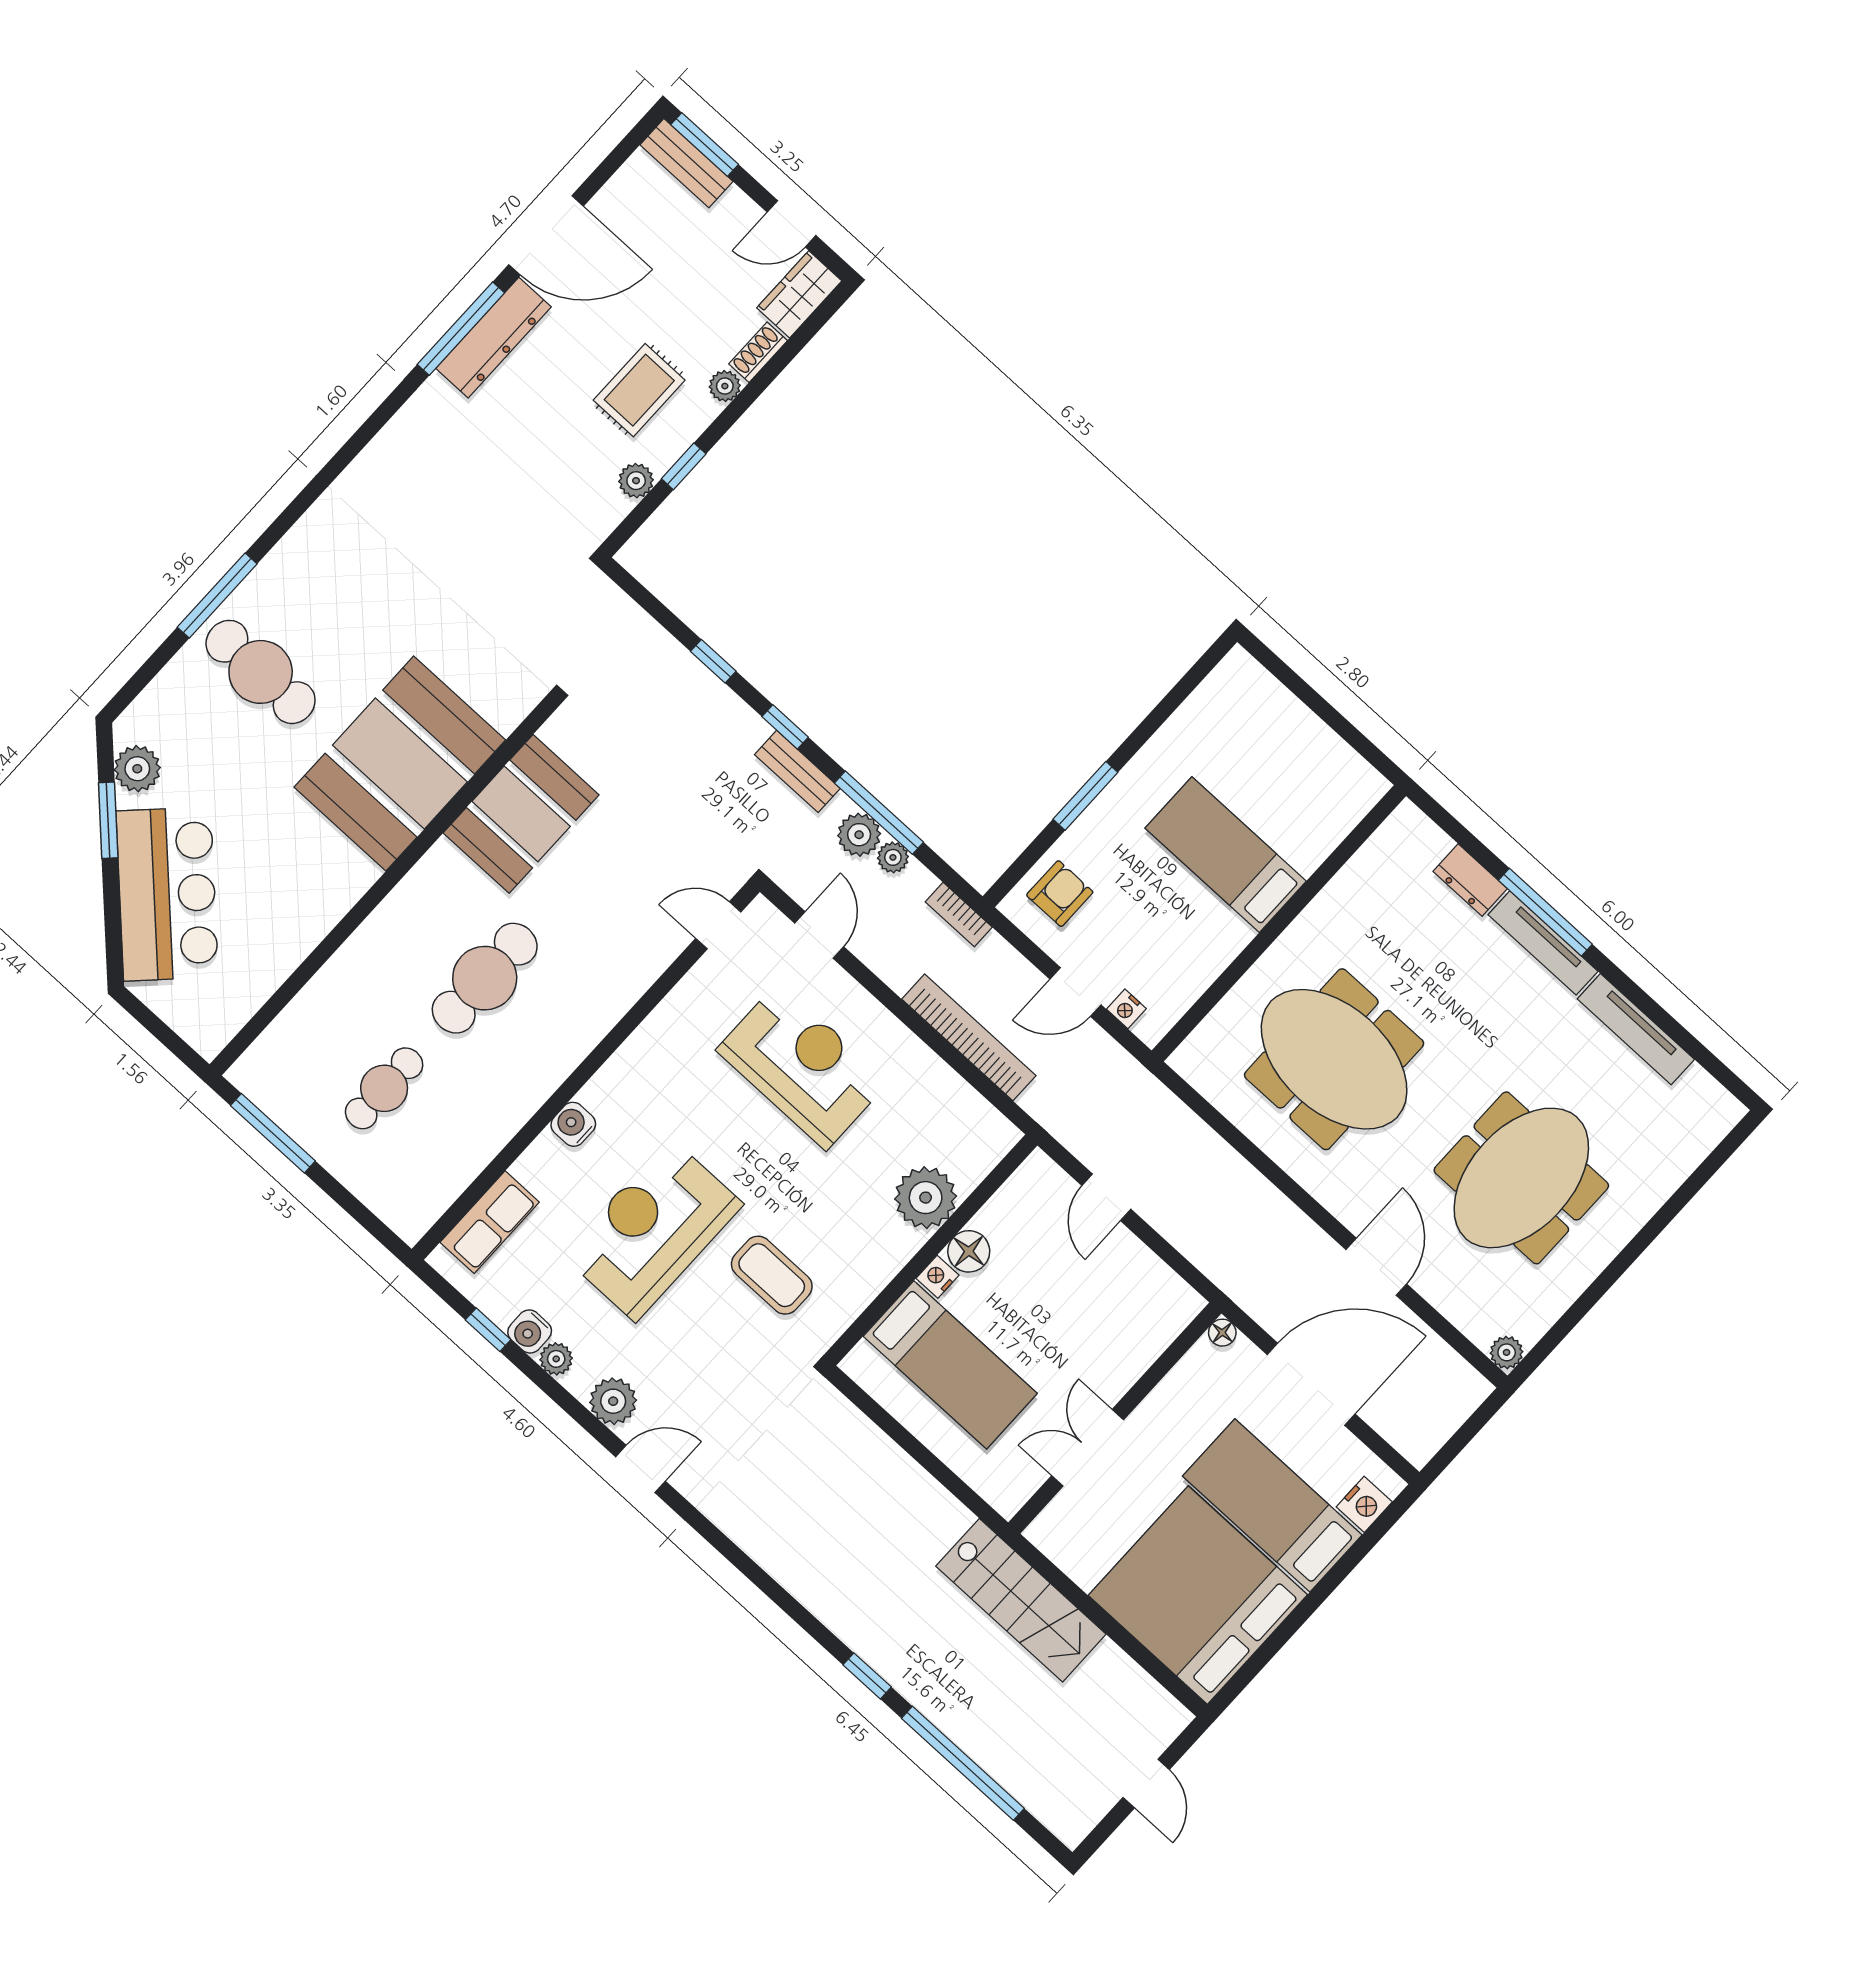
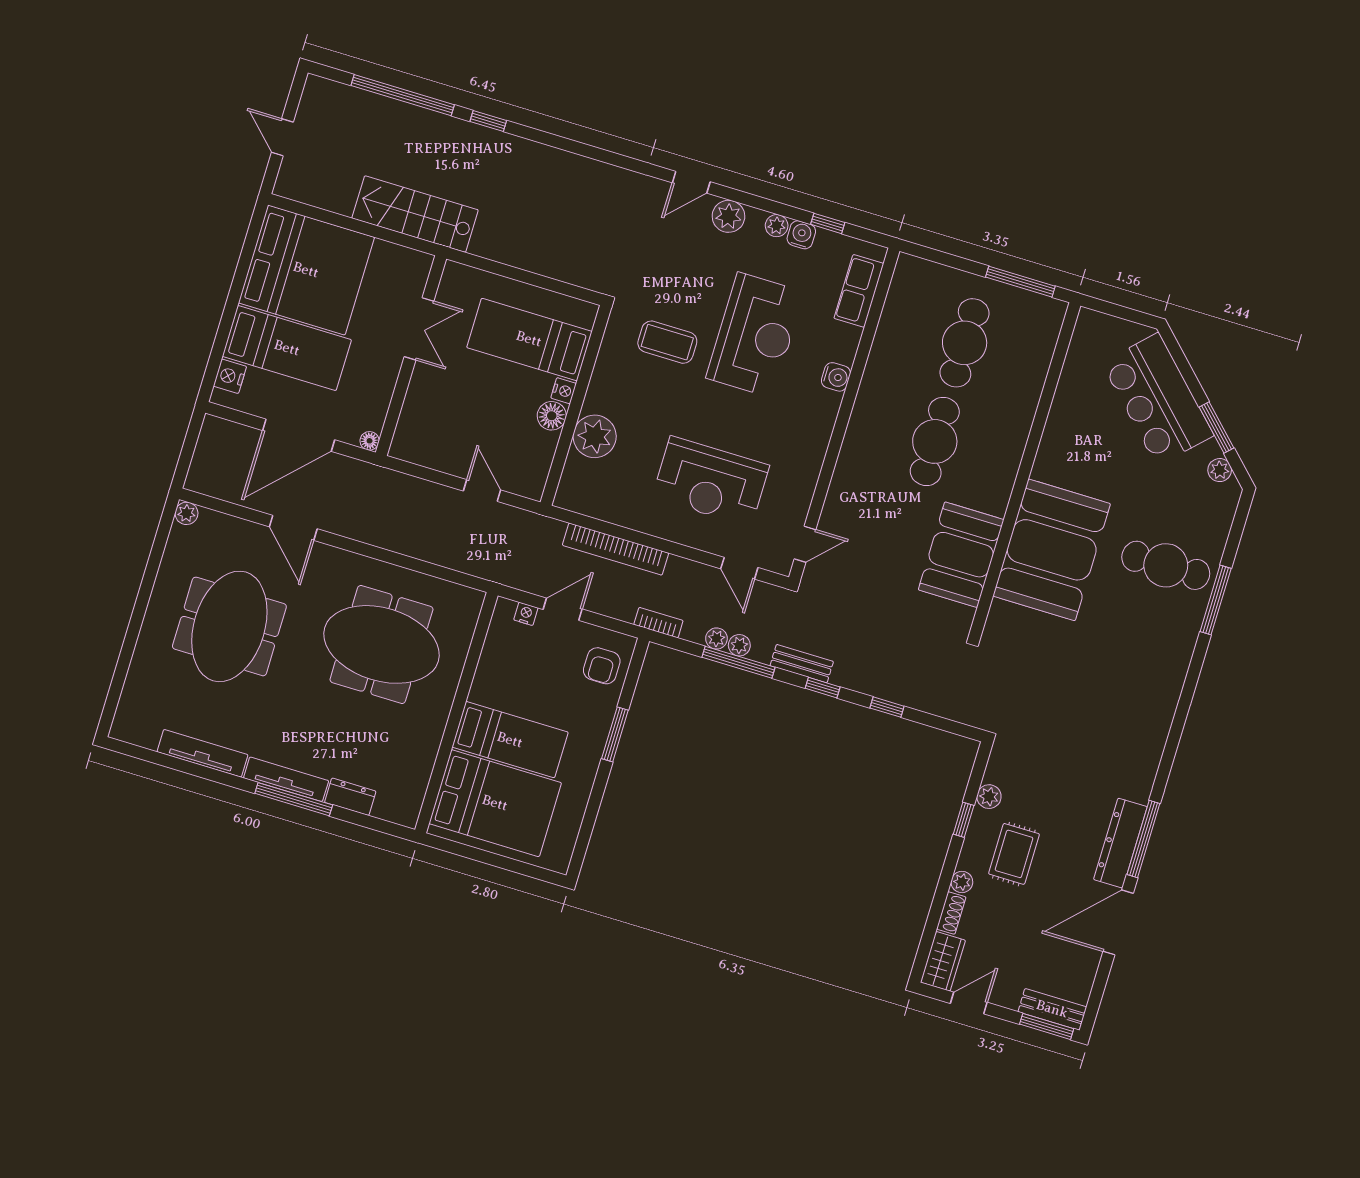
plant: (137, 769) -> (1220, 470), width x0.73, depth x0.73
bed: (1285, 781) -> (495, 803), added
plant: (859, 835) -> (739, 645), width x0.73, depth x0.73
cafe table: (384, 1088) -> (965, 343), width x1.37, depth x1.35

